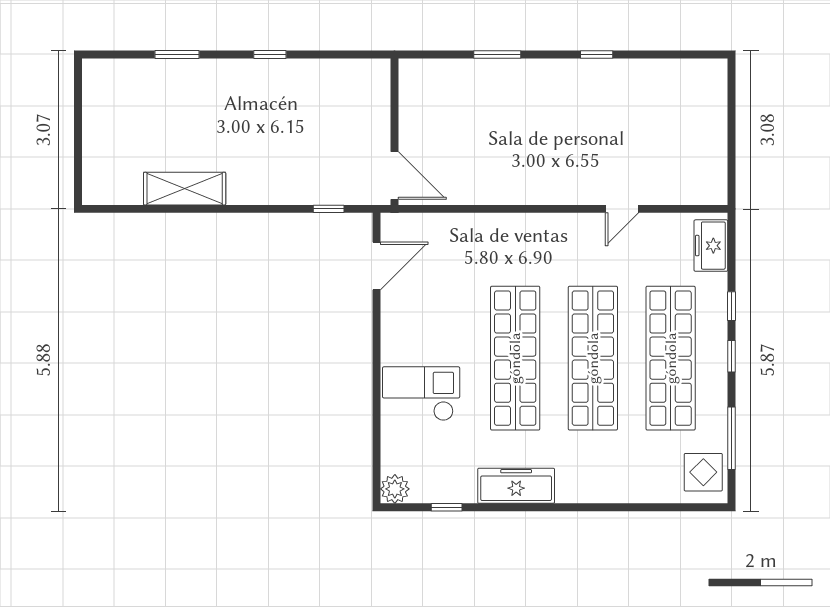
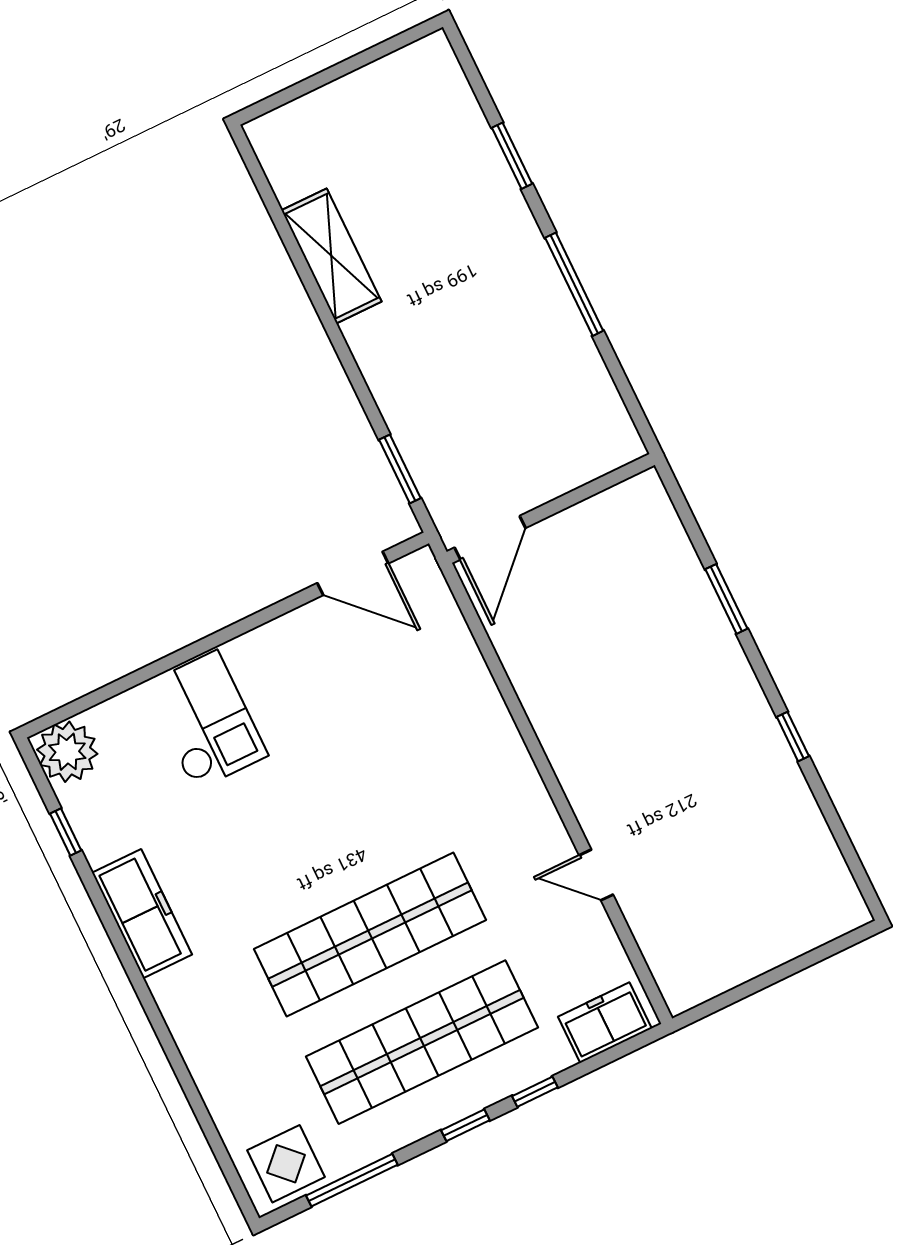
window: (270, 54) -> (574, 284), width x2.17
window: (329, 209) -> (400, 469), width x1.50
shop shelf: (515, 358) -> (318, 827), removed
plant: (395, 489) -> (67, 752), width x1.36, depth x1.36

